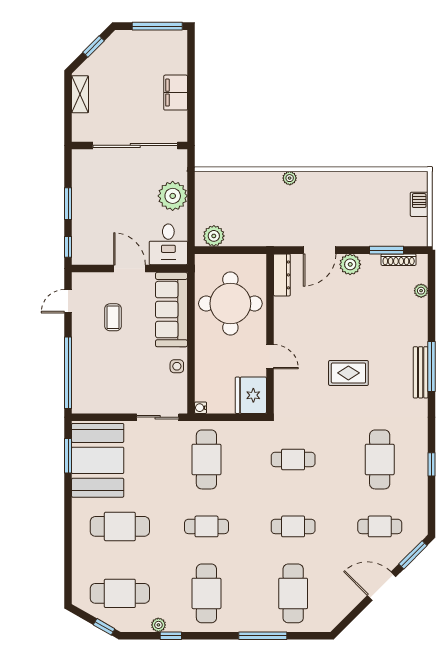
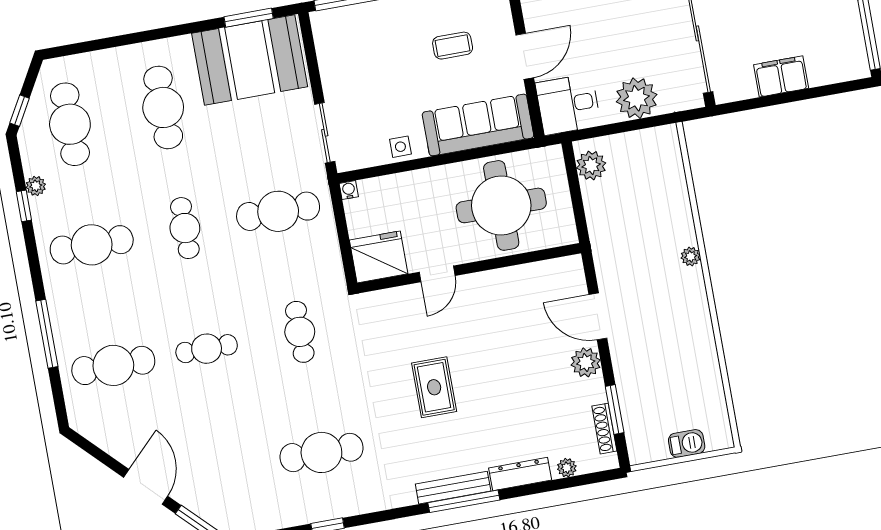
dresser: (282, 275) -> (520, 474), moved, turned 180
cafe table: (293, 526) -> (207, 349), turned 90
cafe table: (380, 526) -> (228, 469), removed

